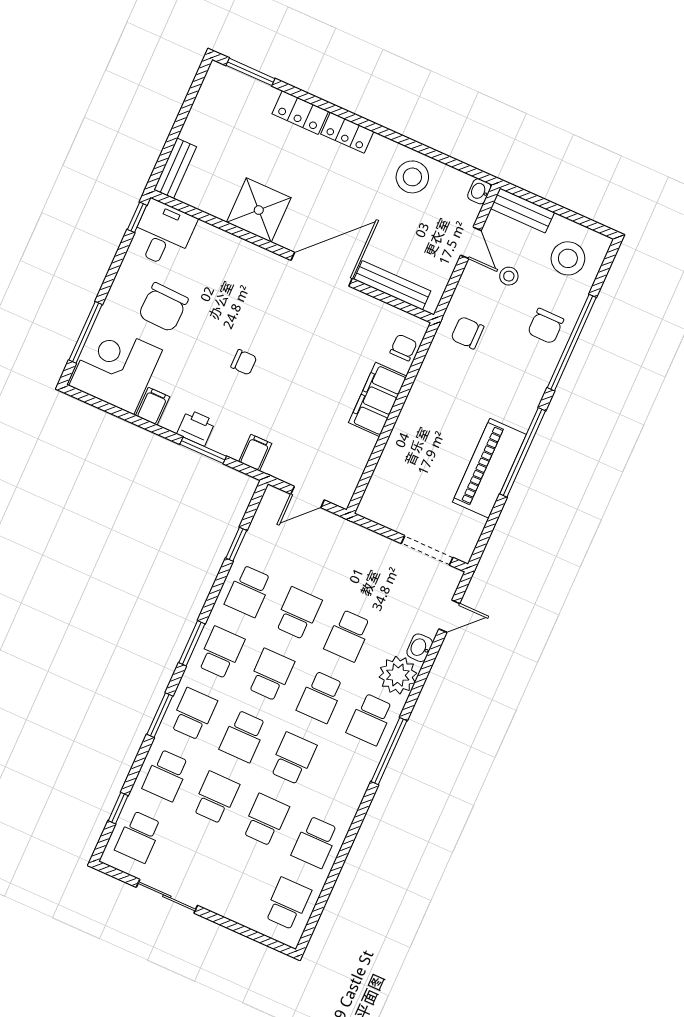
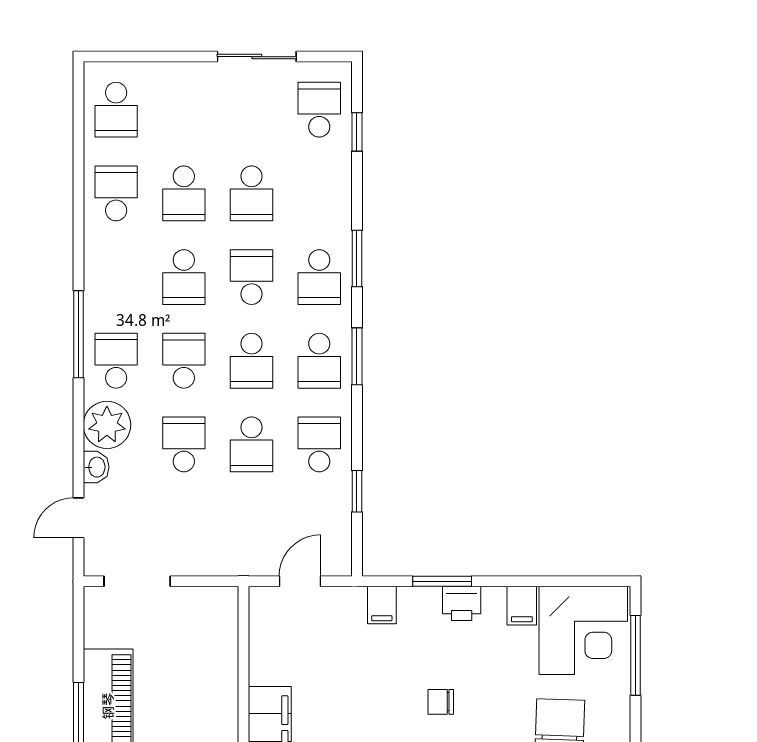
school desk: (166, 775) -> (319, 193), removed

